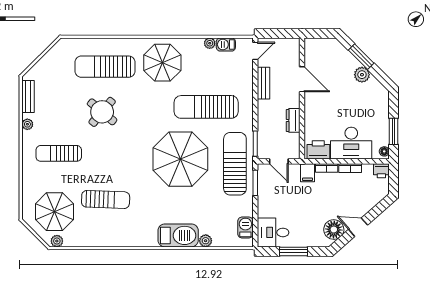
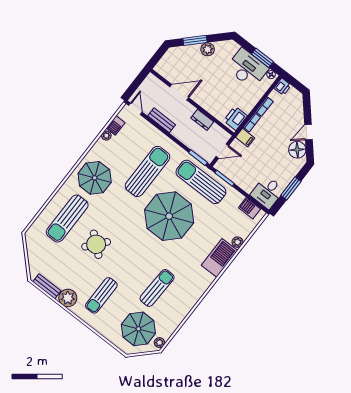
sun lounger: (206, 107) -> (147, 171), turned 180
plant: (27, 124) -> (68, 298), width x1.87, depth x1.87
desk: (351, 143) -> (247, 68), moved, turned -90

